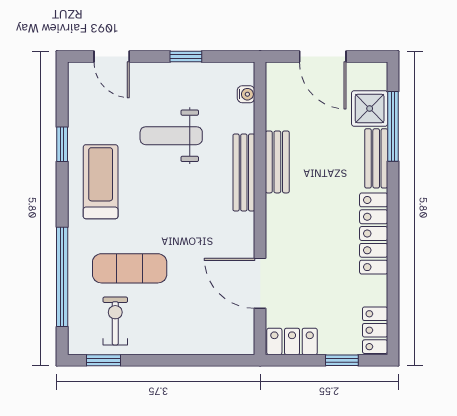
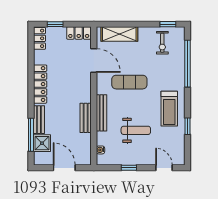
exercise mat: (130, 268) -> (129, 82), moved
shelving: (206, 339) -> (119, 34), added

